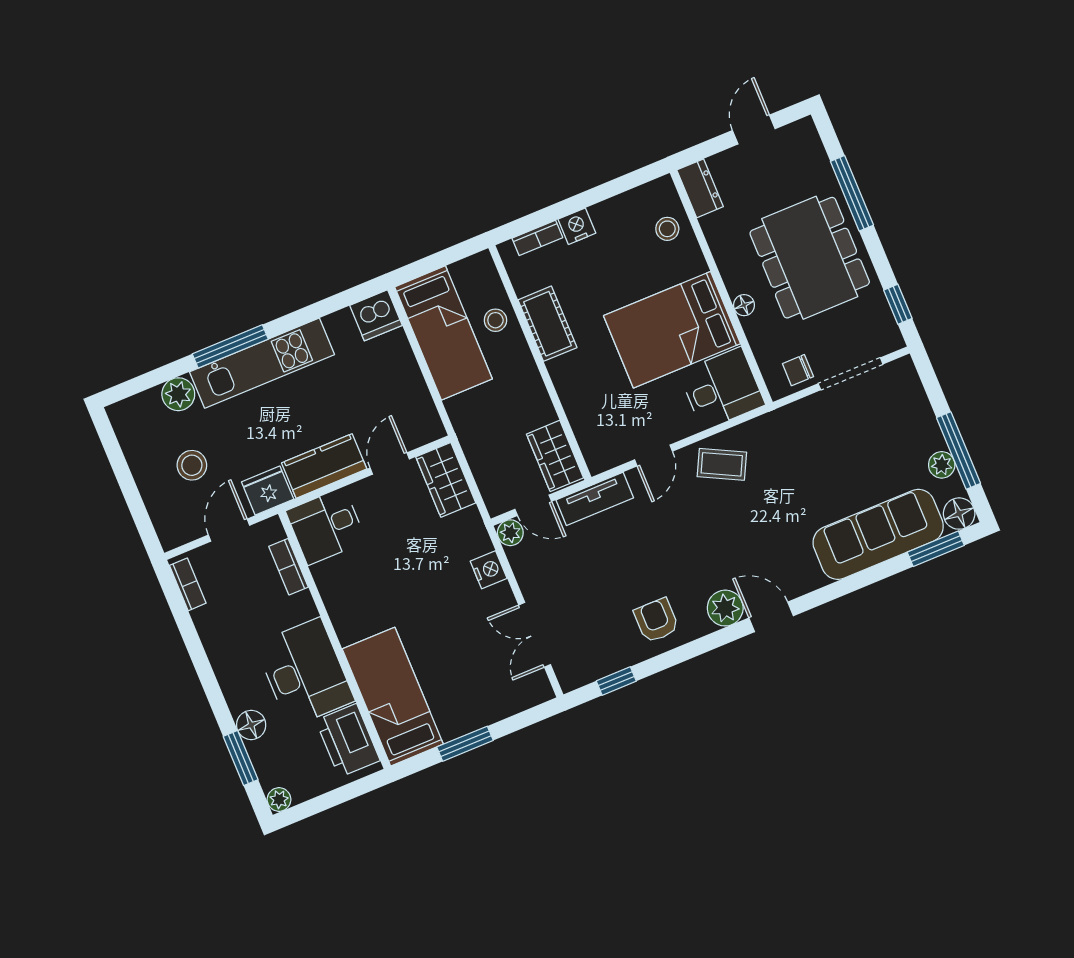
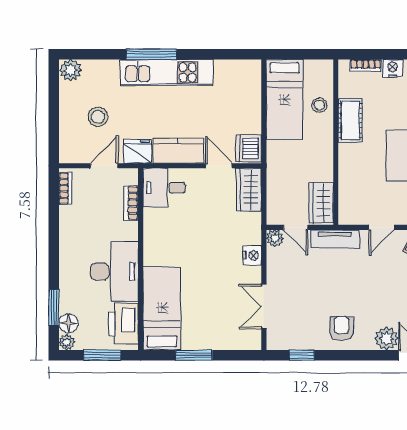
dishwasher: (376, 315) -> (249, 148), moved, turned 90
plant: (178, 394) -> (70, 70), moved
door: (390, 464) -> (219, 166), hinge flipped
floor lamp: (251, 725) -> (69, 323), moved
window: (336, 797) -> (102, 355), added

